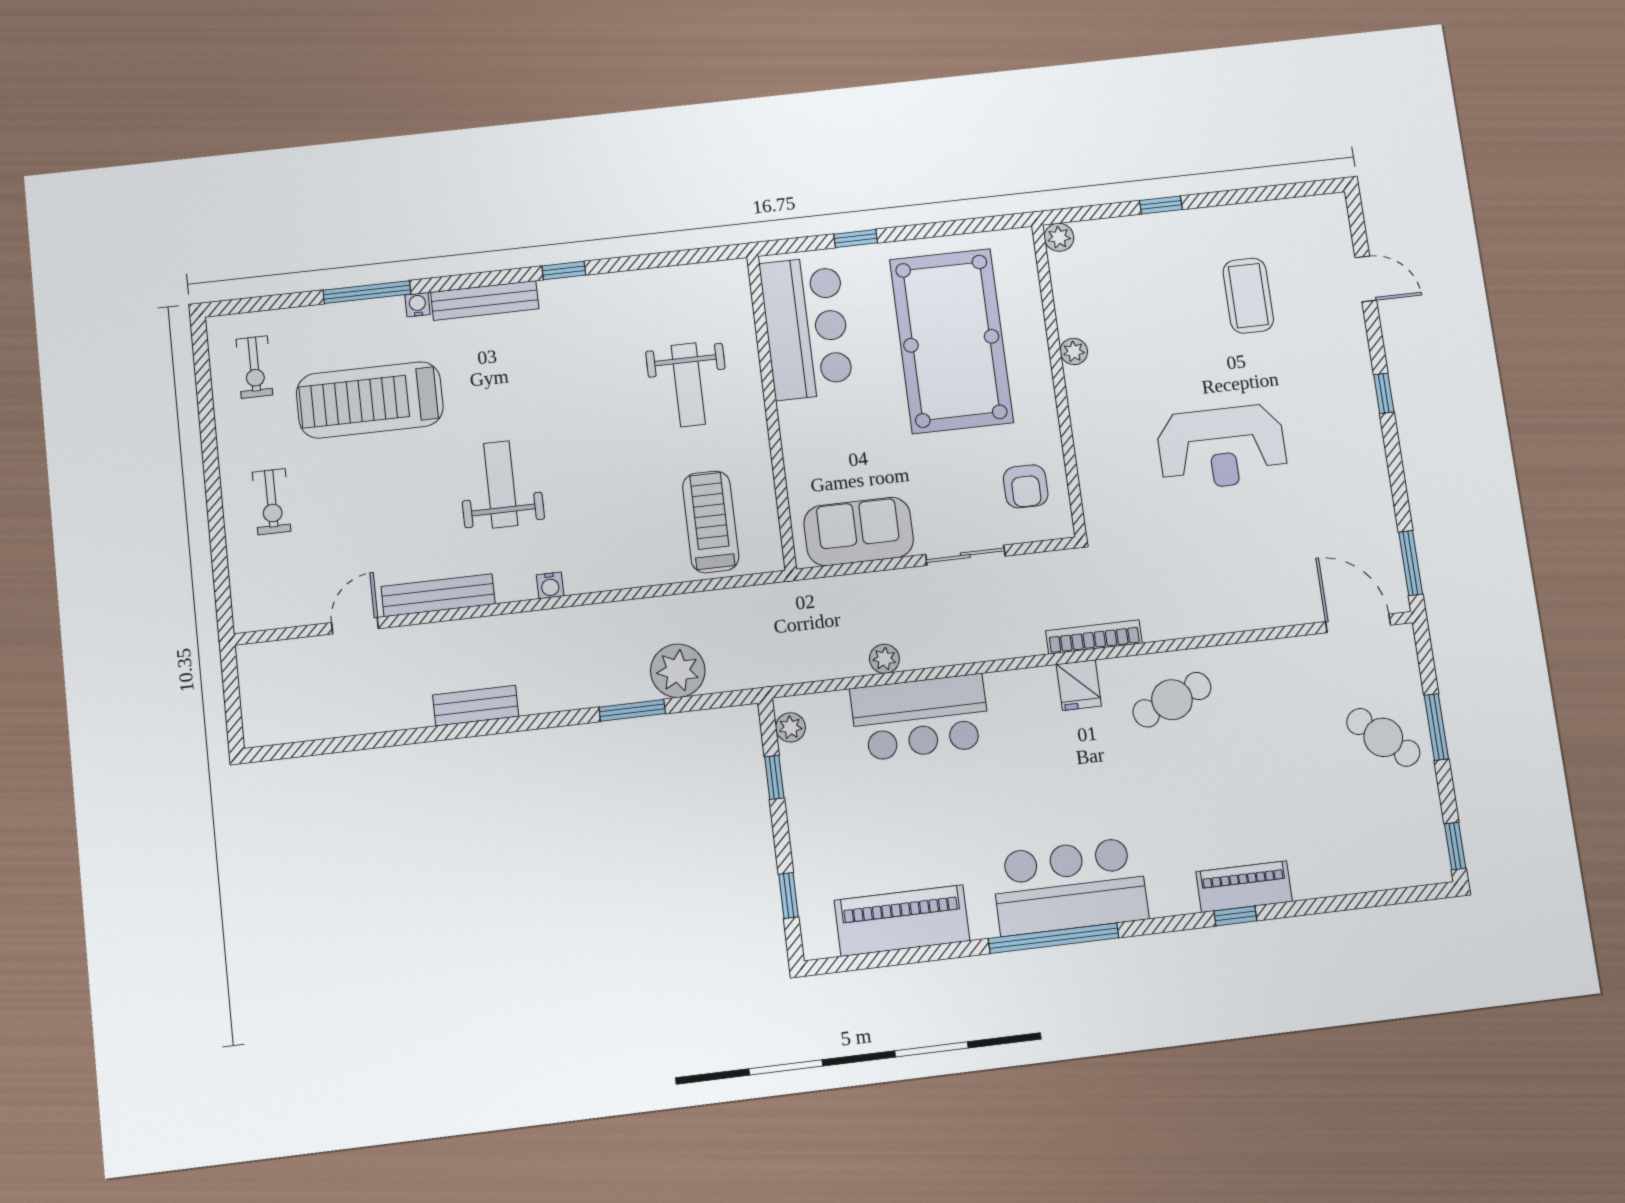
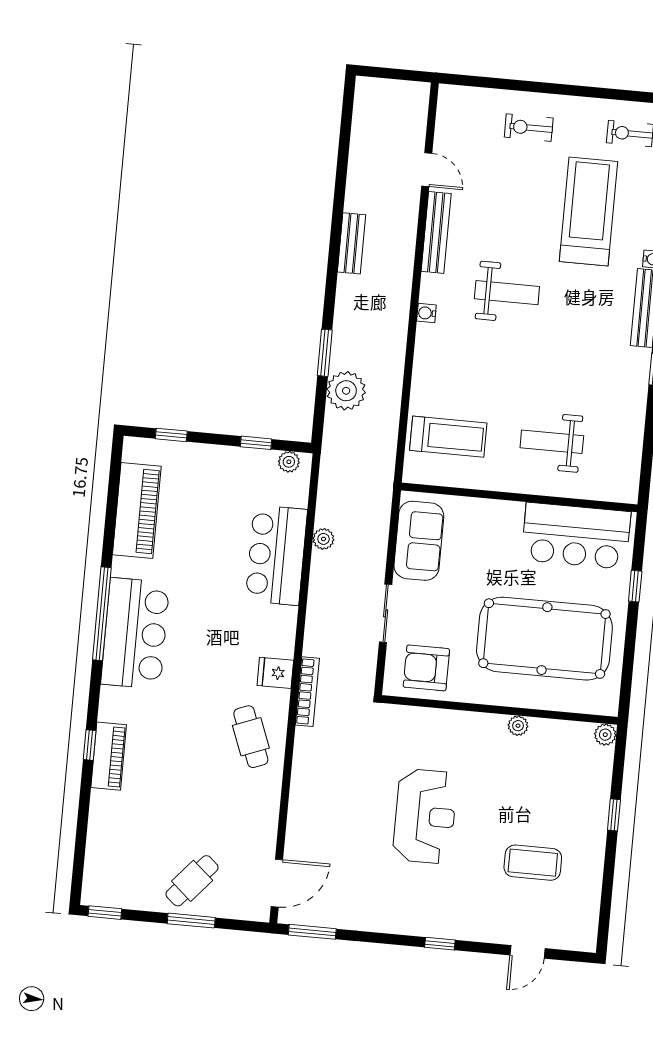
reception desk: (1222, 447) -> (425, 816), turned 180
armchair: (1026, 486) -> (426, 668), width x1.38, depth x1.38

